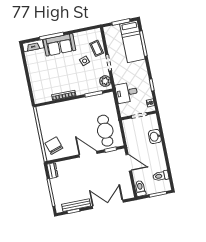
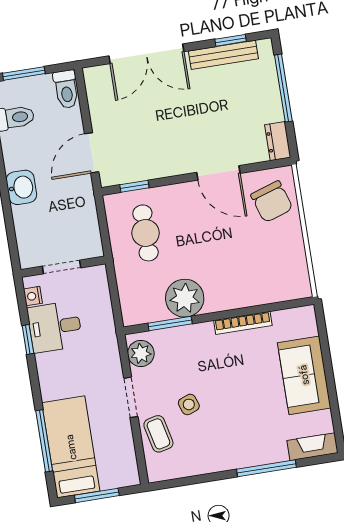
sofa: (59, 45) -> (304, 375), moved, turned -90
desk: (127, 92) -> (55, 327), moved, turned 180
plant: (88, 105) -> (185, 298), added
cafe table: (105, 131) -> (146, 233), width x0.73, depth x0.74
washbasin: (155, 137) -> (21, 187), moved
door: (88, 154) -> (218, 173), moved
door: (129, 163) -> (92, 153), hinge flipped

